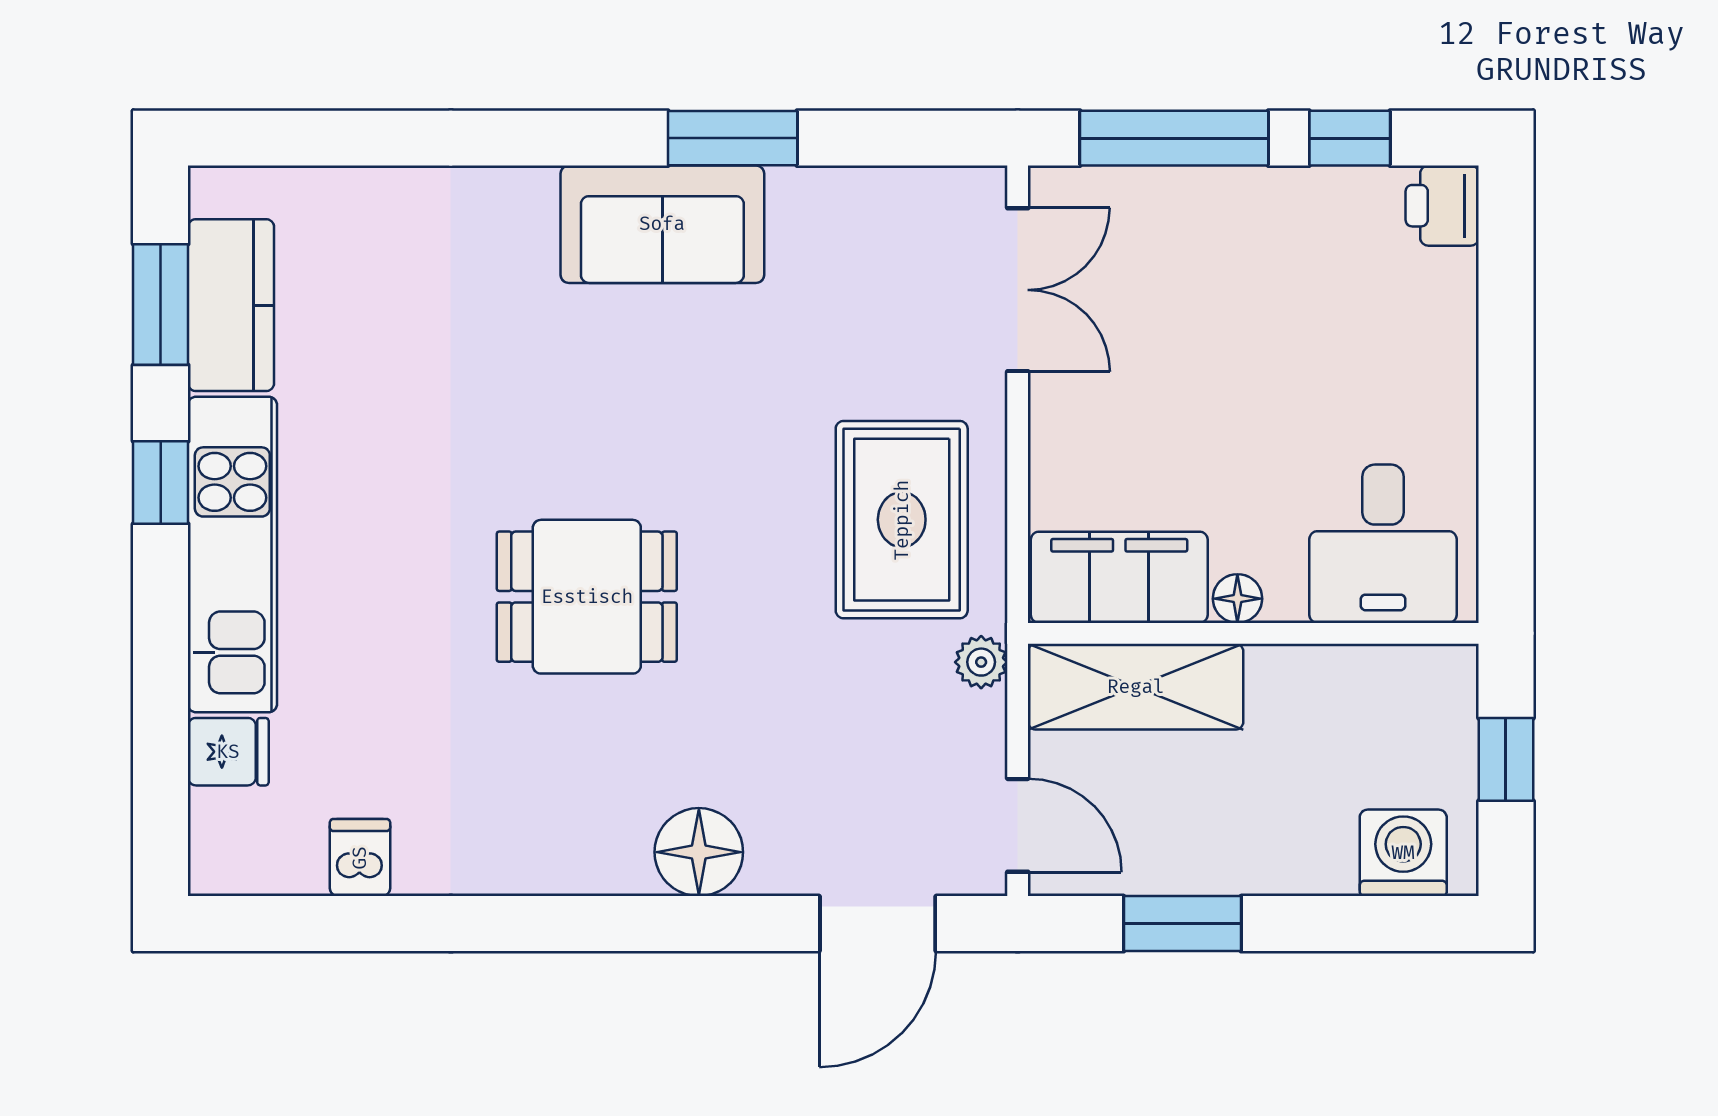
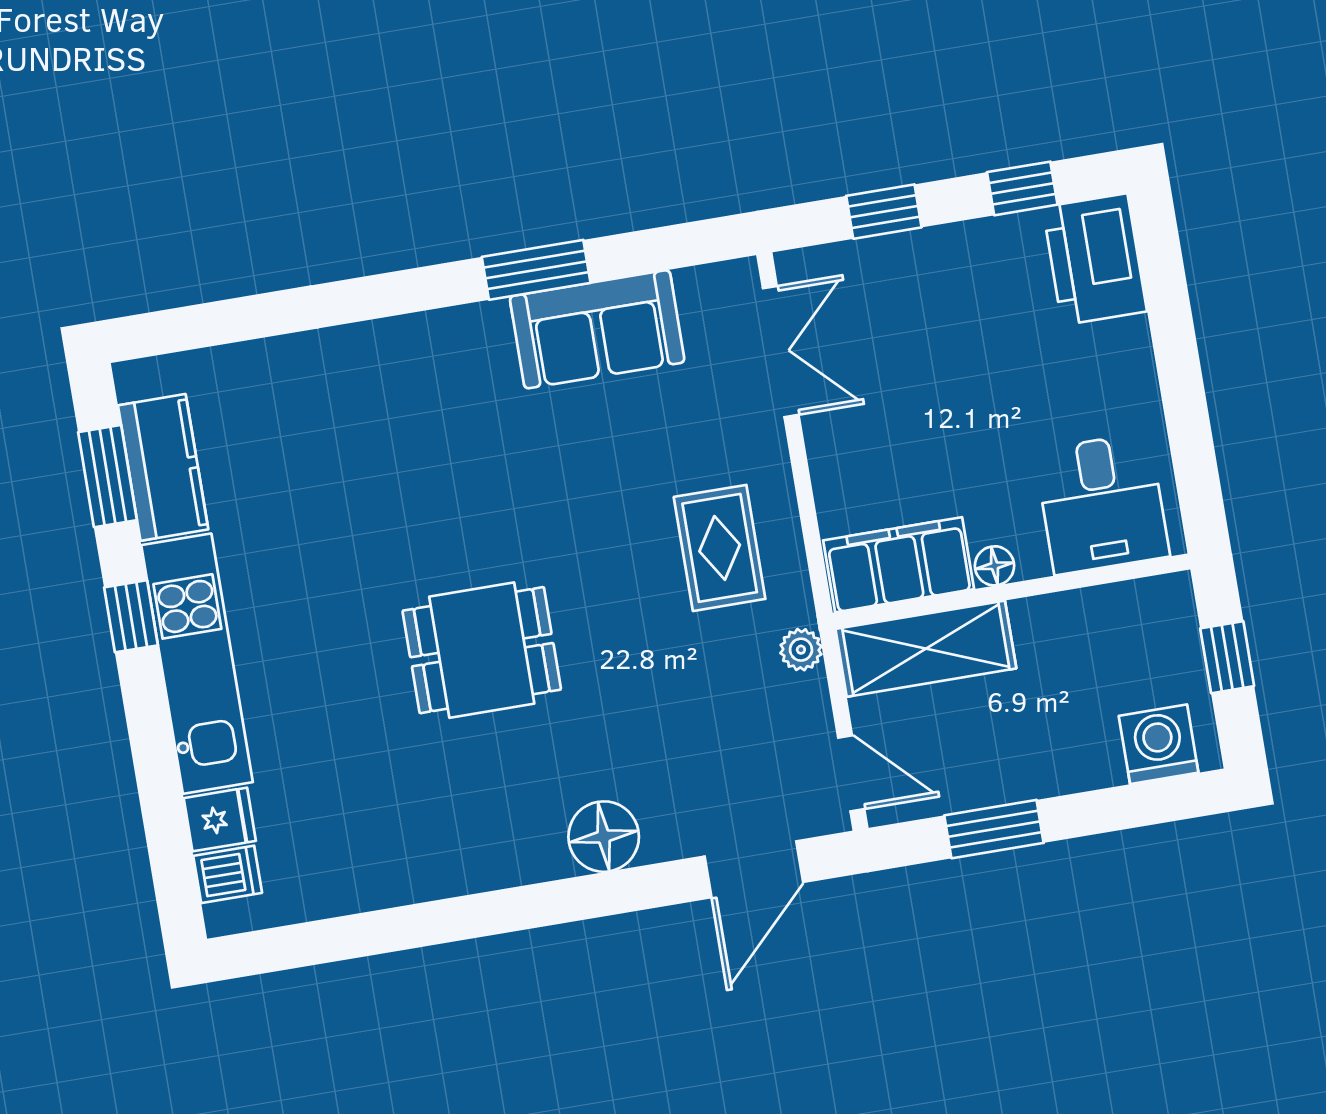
window: (1174, 138) -> (884, 212), width x0.46
printer: (1442, 206) -> (1095, 259), width x1.87, depth x1.48
sofa: (662, 224) -> (597, 329), moved
rug: (902, 520) -> (720, 548), width x0.73, depth x0.70
dishwasher: (360, 858) -> (228, 874), moved, turned 90

